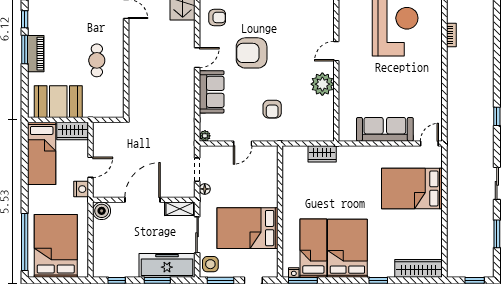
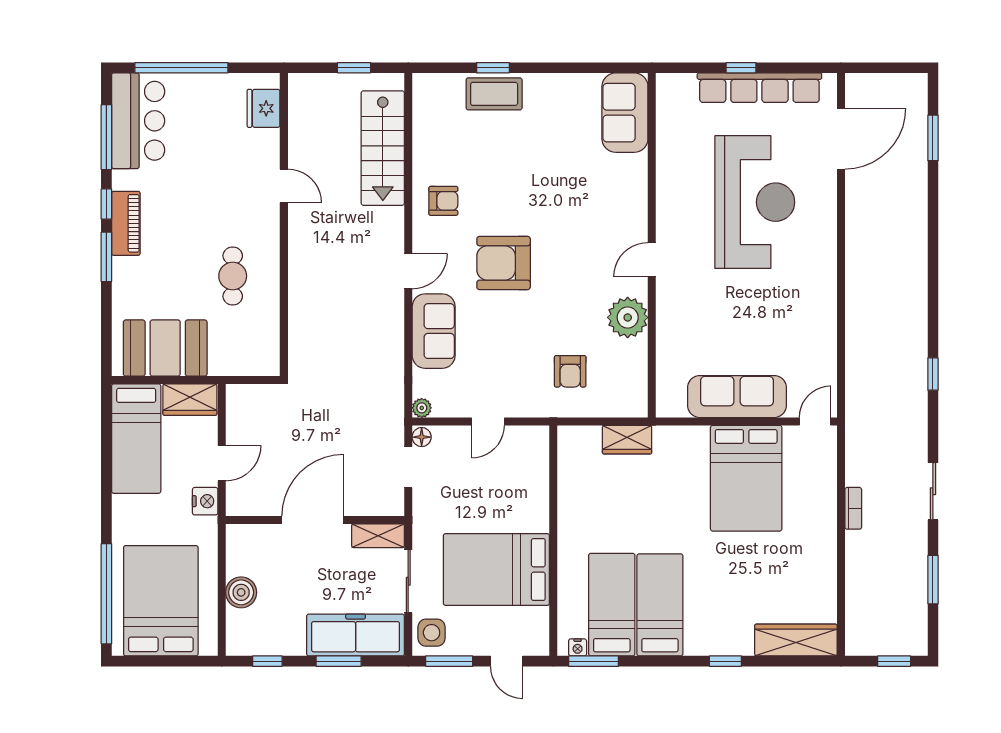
bookcase: (451, 35) -> (853, 508), moved
piano: (36, 54) -> (126, 223), moved
armchair: (272, 109) -> (570, 371), moved
bed: (412, 188) -> (746, 478), moved, turned -90
floor lamp: (205, 189) -> (422, 437), moved
boiler: (102, 211) -> (241, 592), moved
bed: (347, 248) -> (660, 605), width x0.67

